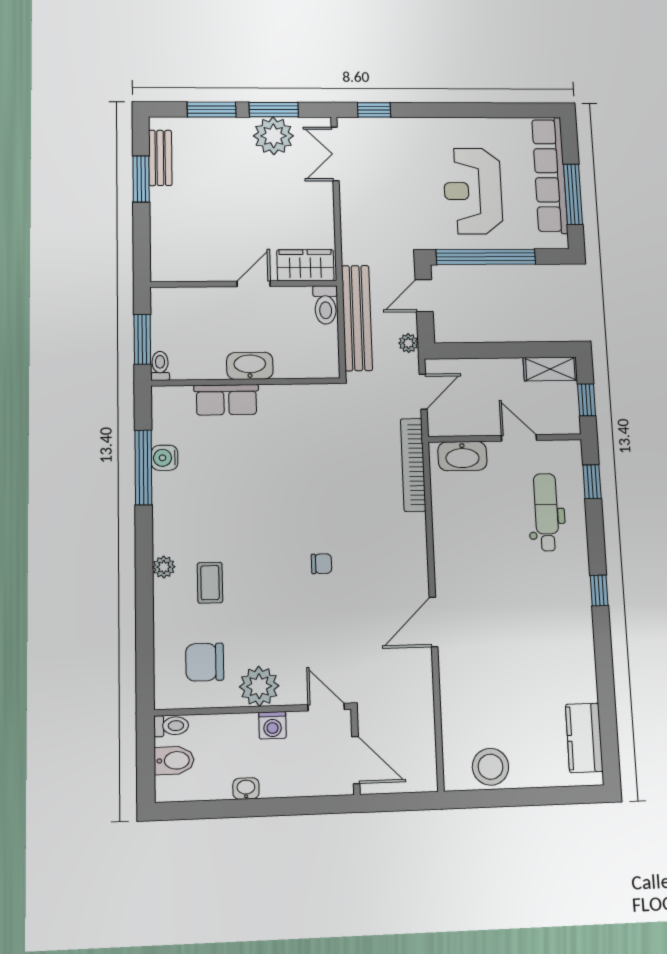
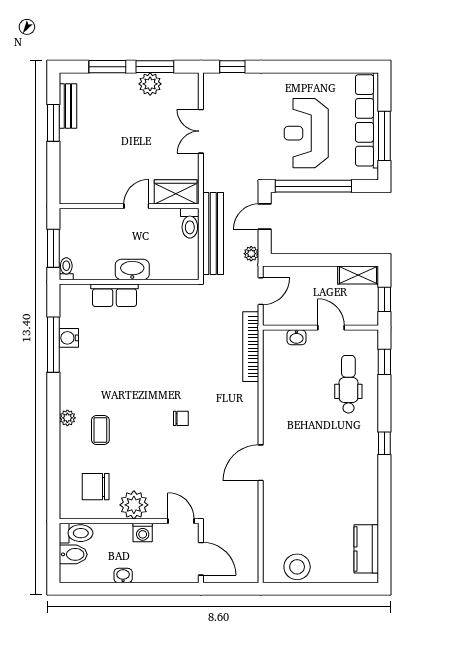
plant: (273, 136) -> (150, 84), width x0.73, depth x0.73
double door: (335, 154) -> (201, 131), moved
washbasin: (462, 456) -> (296, 337), width x0.52, depth x0.69
toilet: (171, 726) -> (76, 533), width x1.37, depth x1.39

